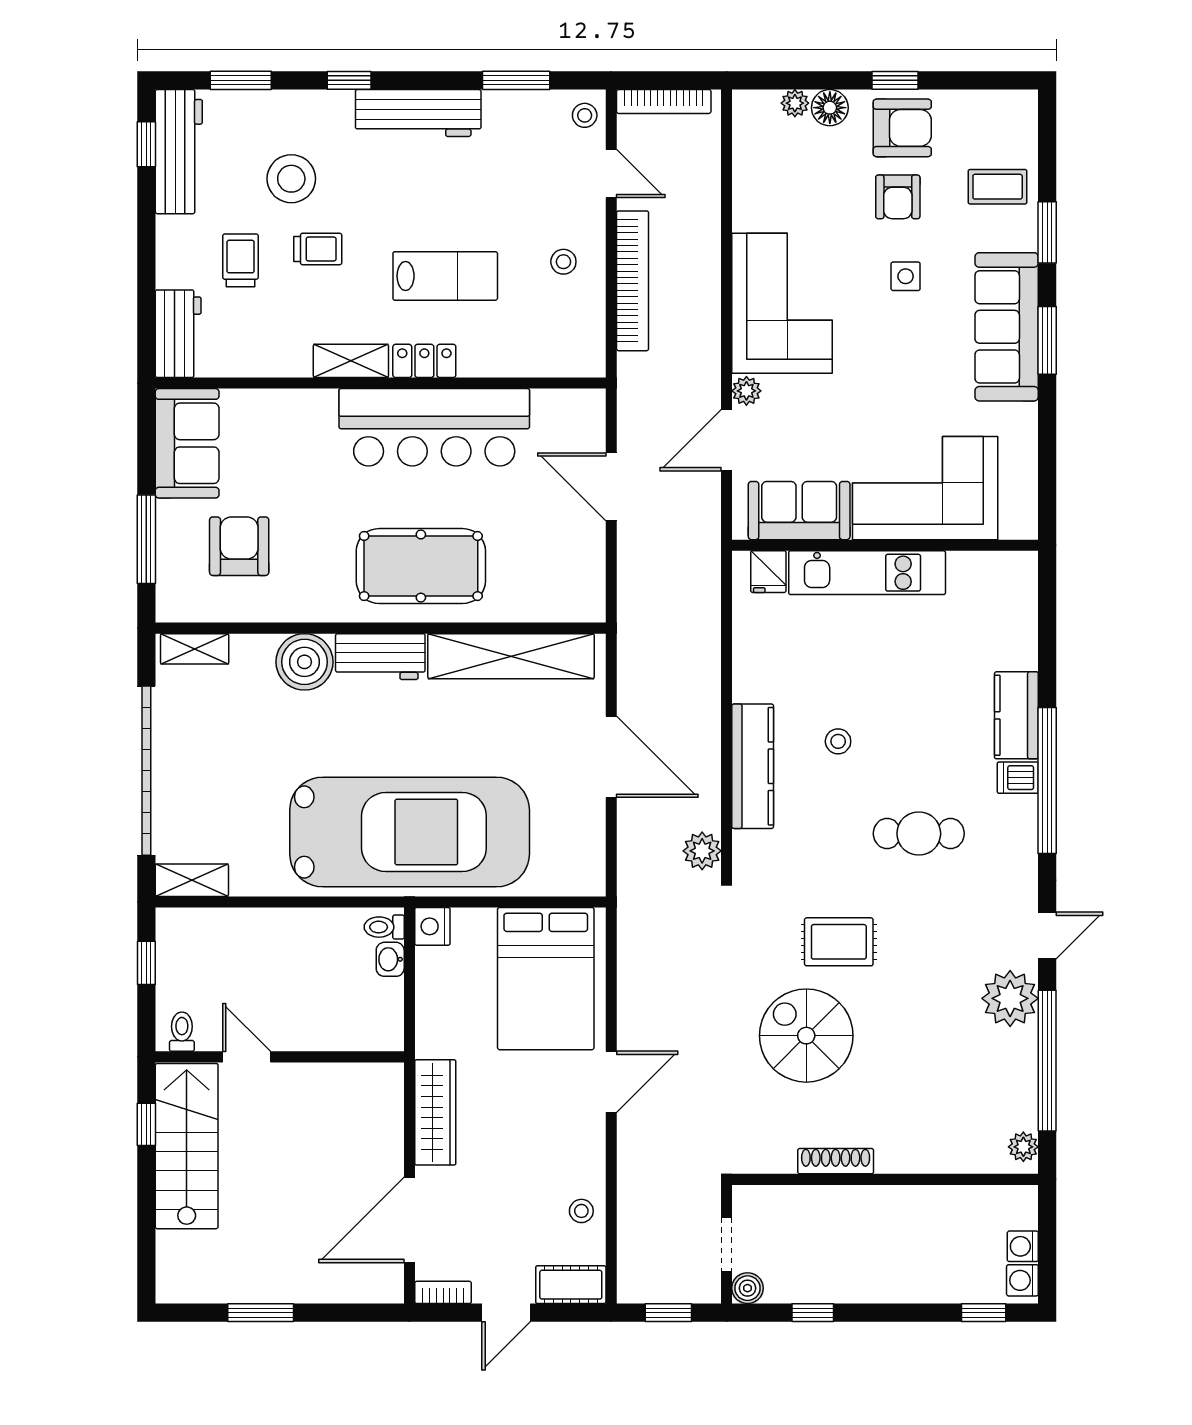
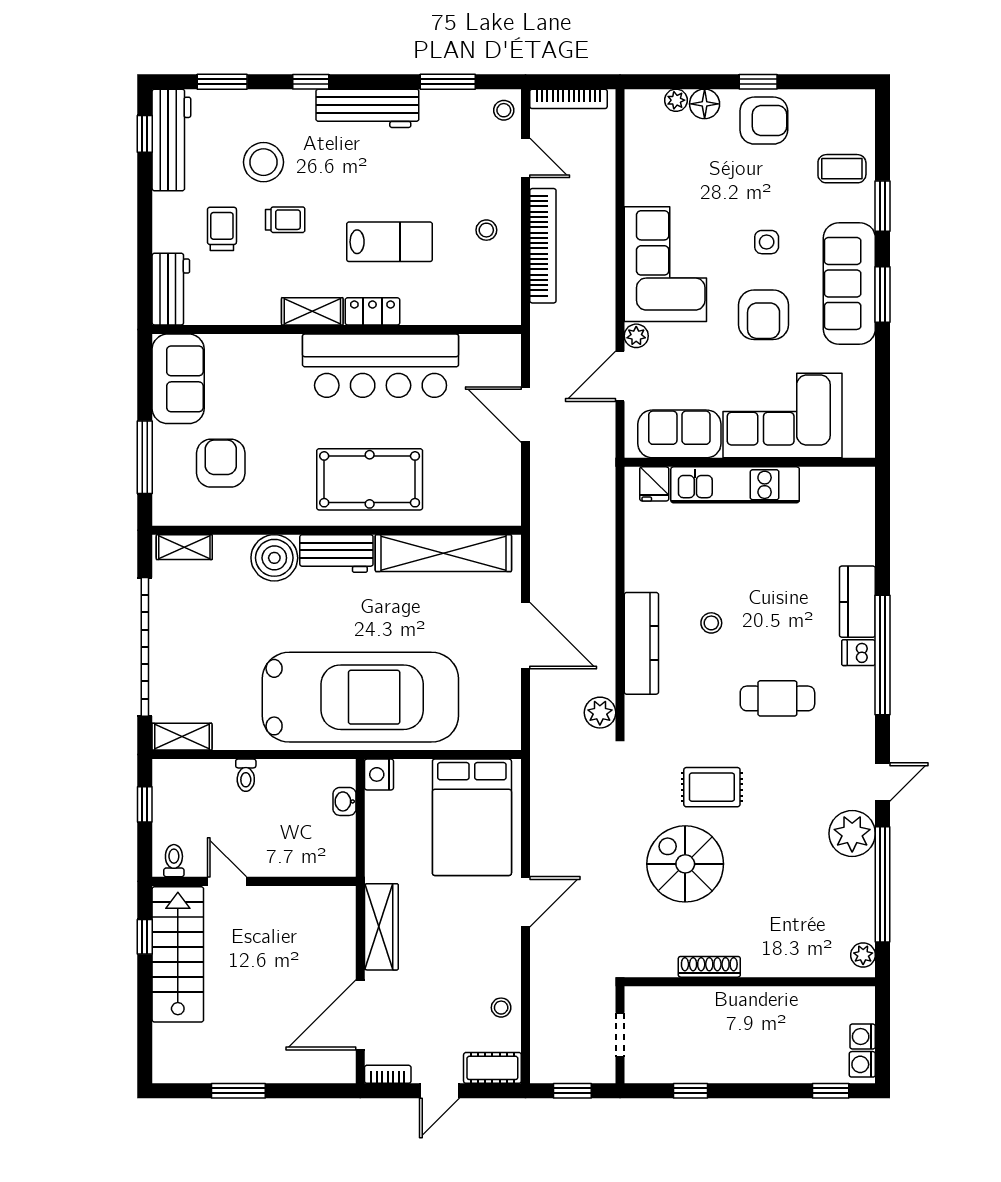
armchair: (898, 197) -> (764, 315), moved, width x1.38, depth x1.38
toilet: (384, 927) -> (246, 775), moved, turned -90
boiler: (747, 1288) -> (637, 1071), removed

